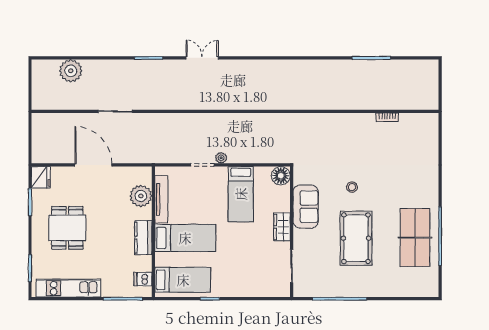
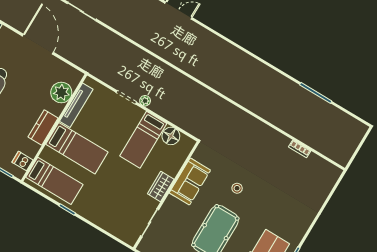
floor lamp: (281, 176) -> (171, 136), moved

